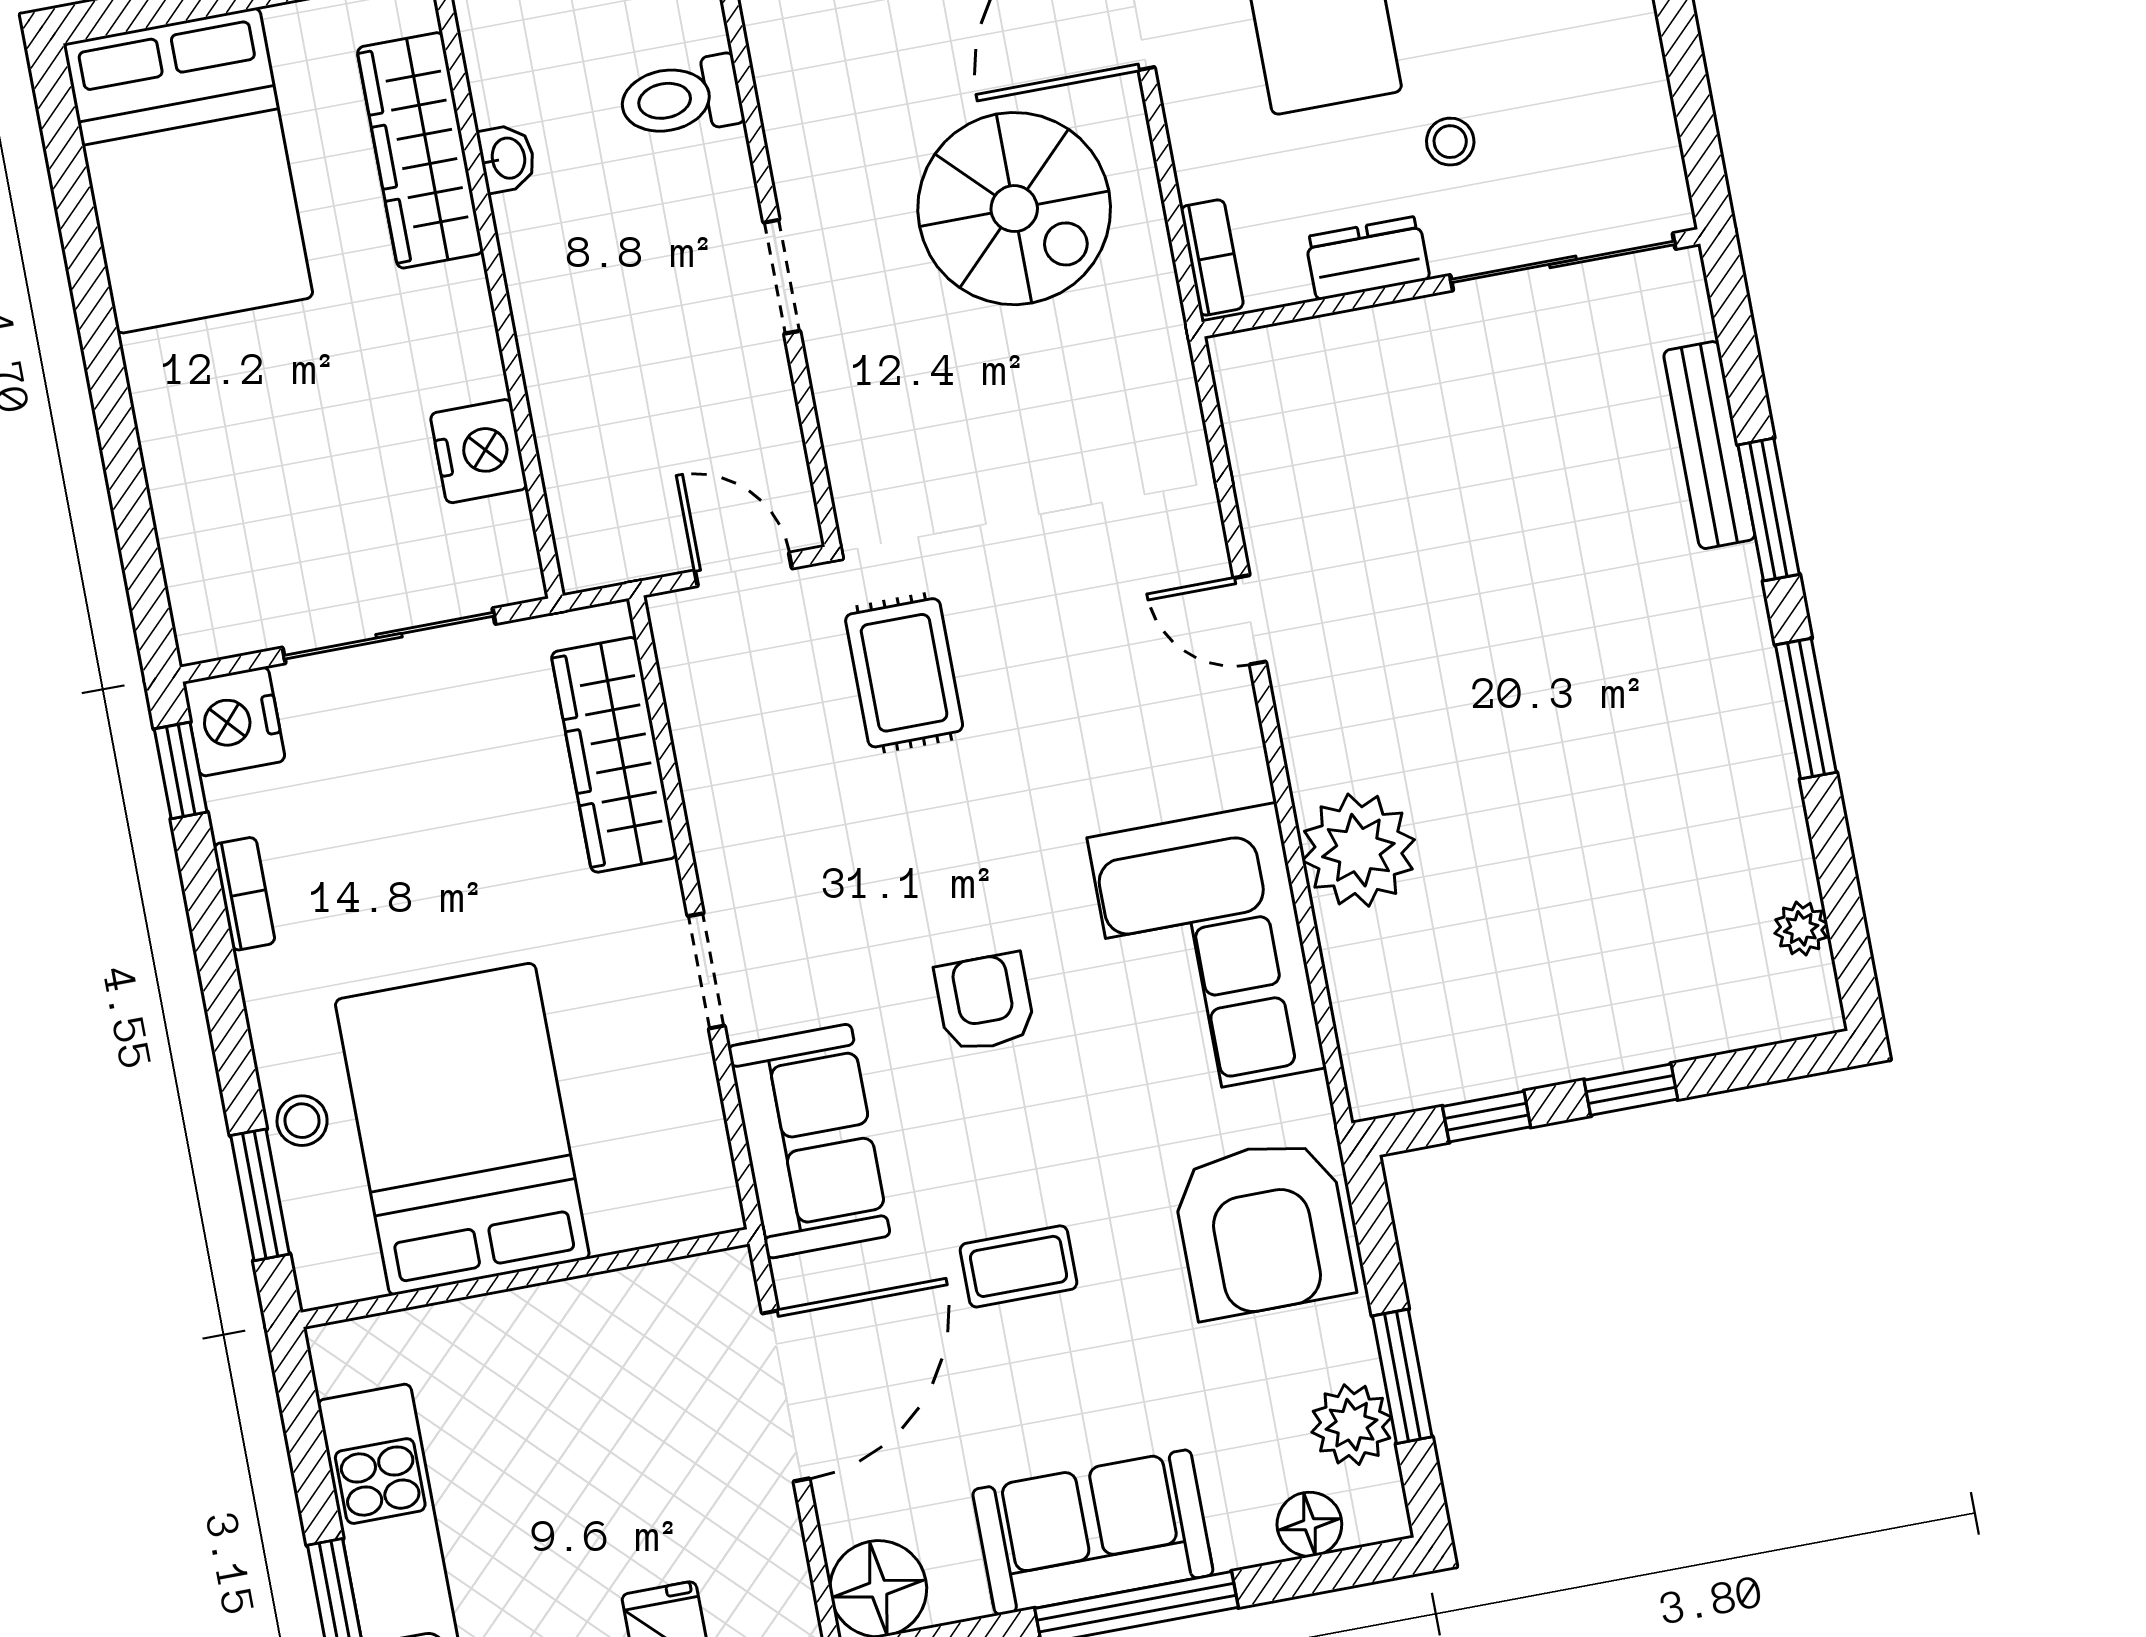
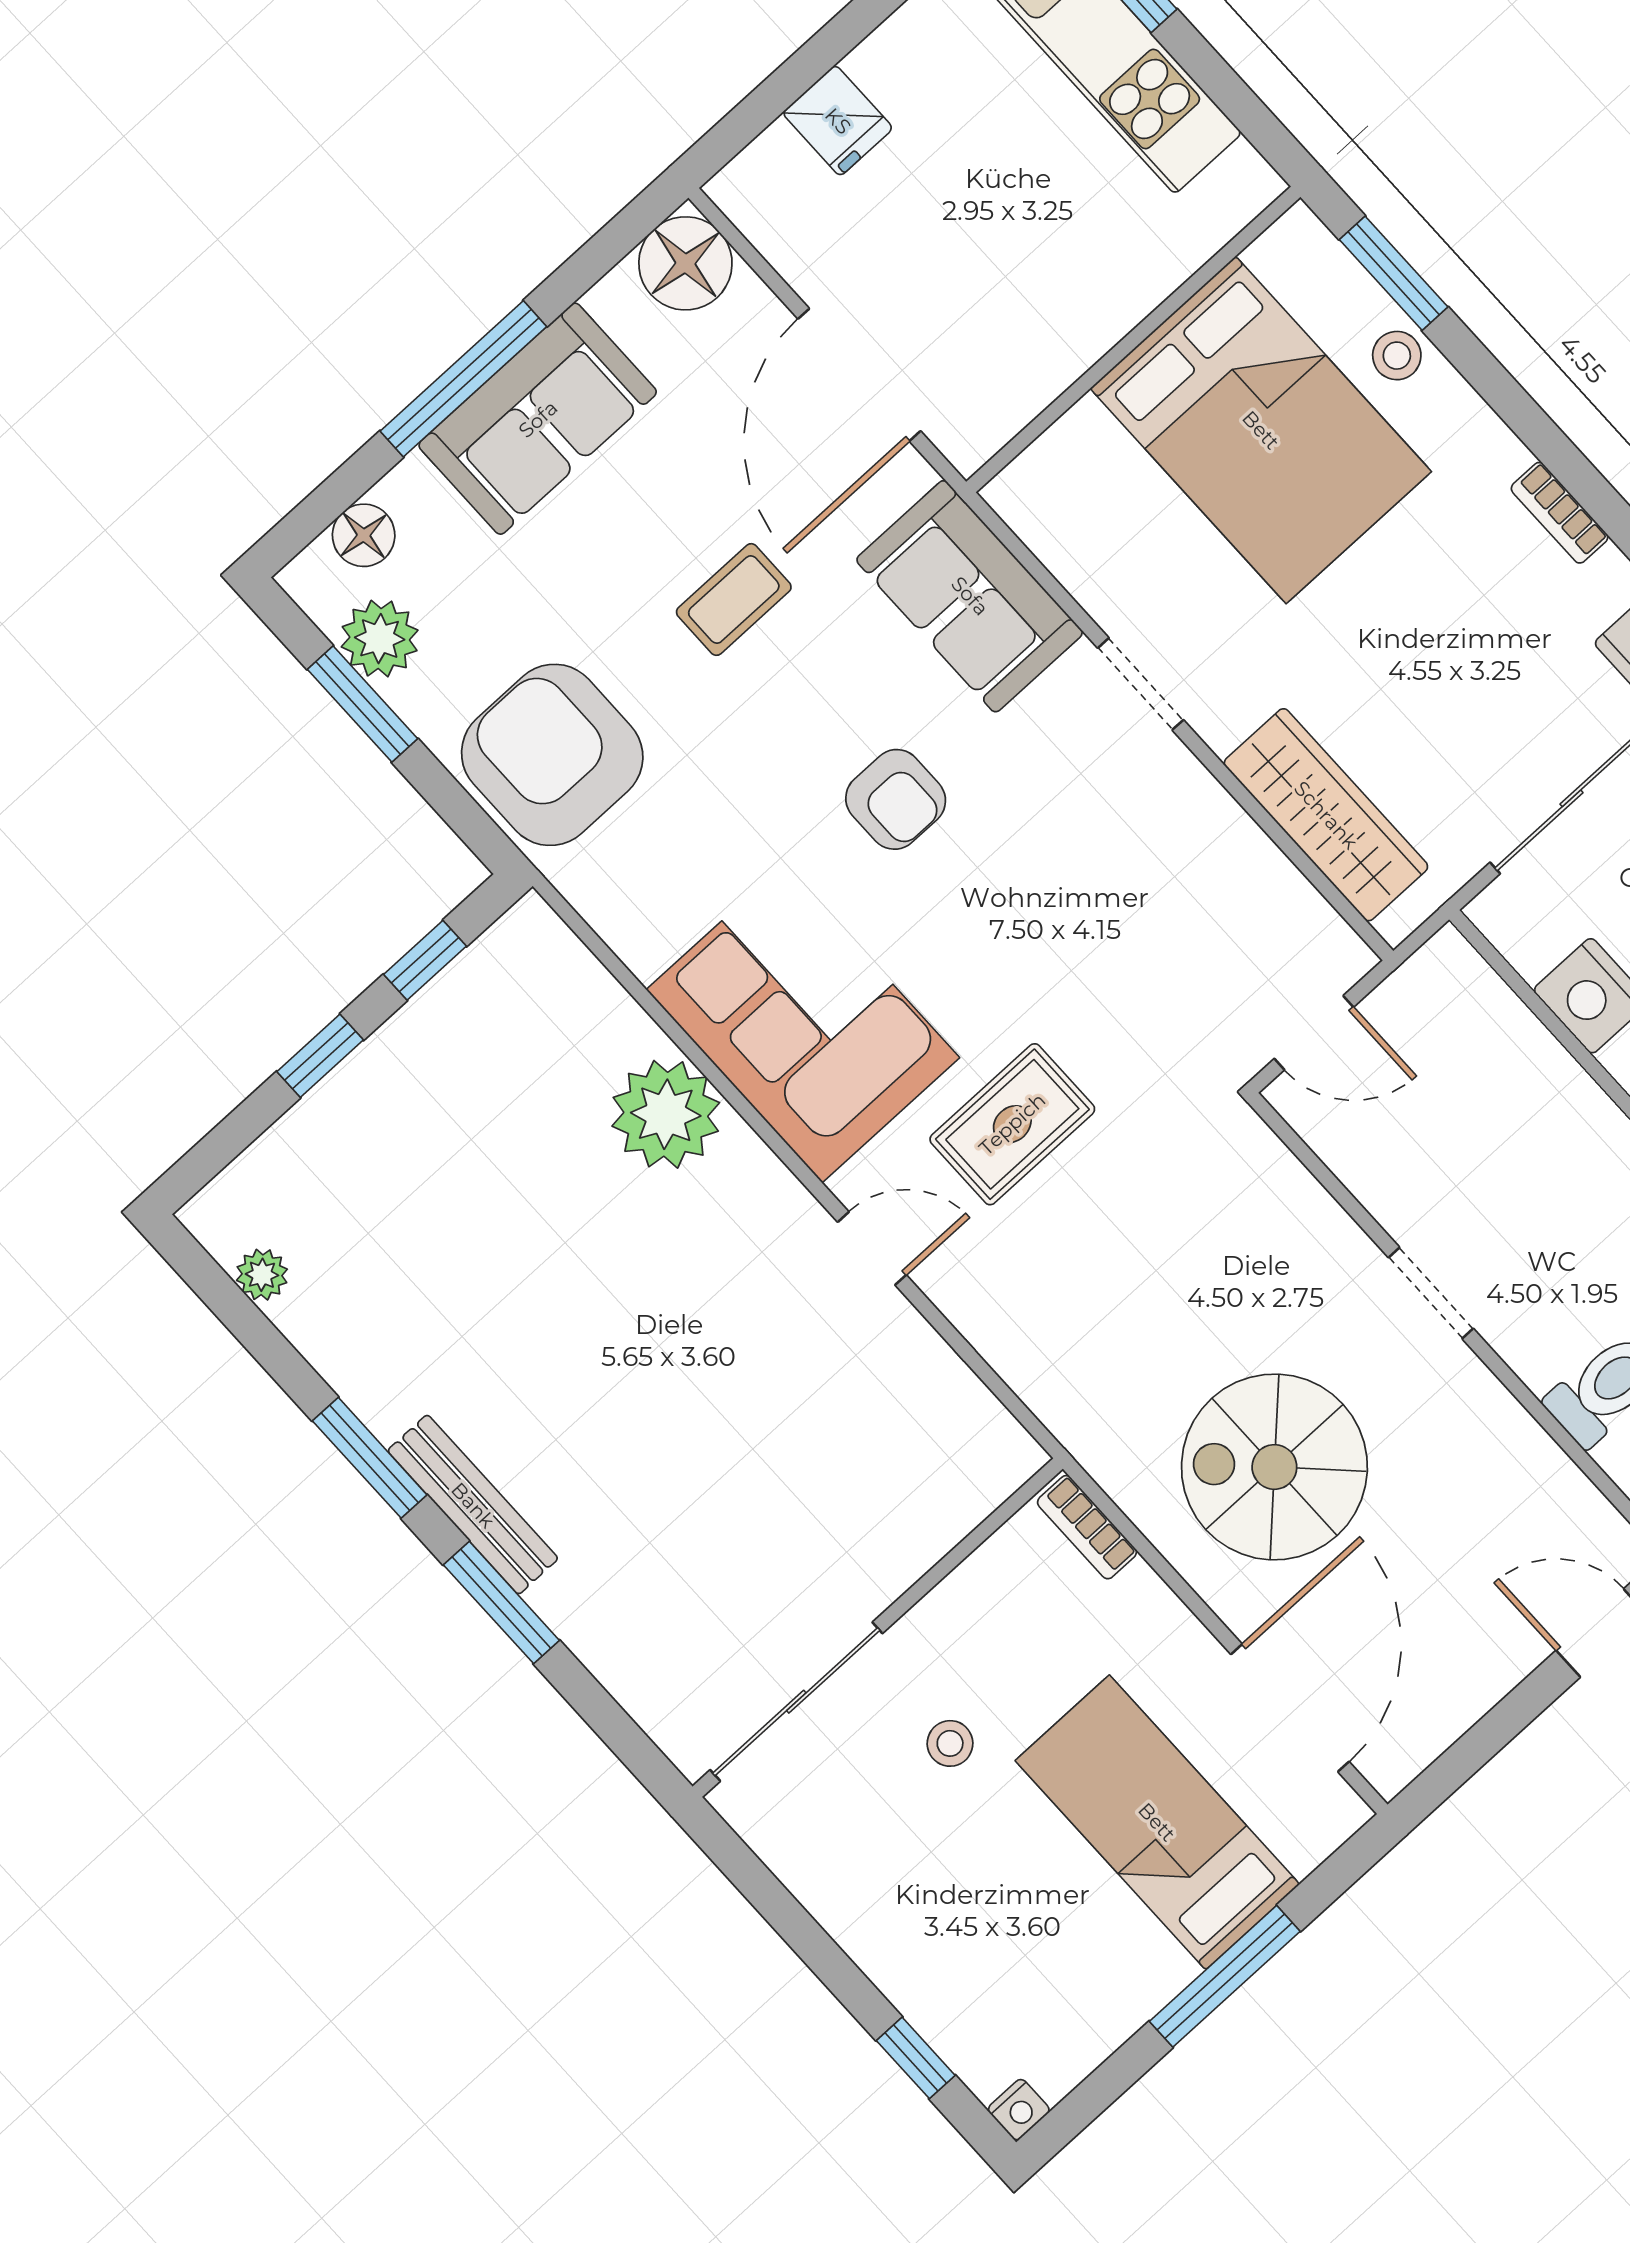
dresser: (1367, 258) -> (959, 1606), removed
bench: (1709, 445) -> (473, 1505), moved
rug: (904, 673) -> (1012, 1124), moved, turned 90
corner sofa: (1207, 953) -> (803, 1024), moved

